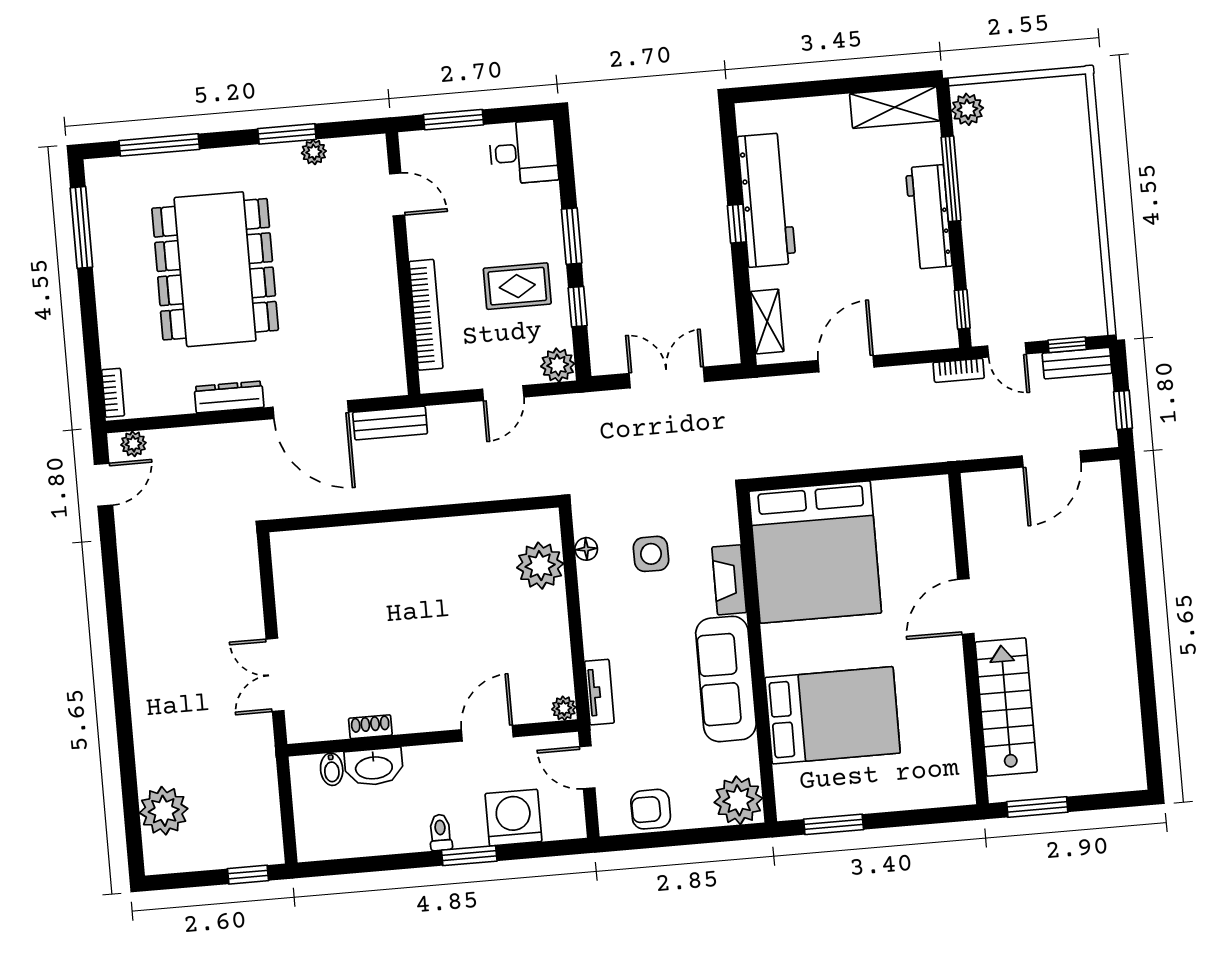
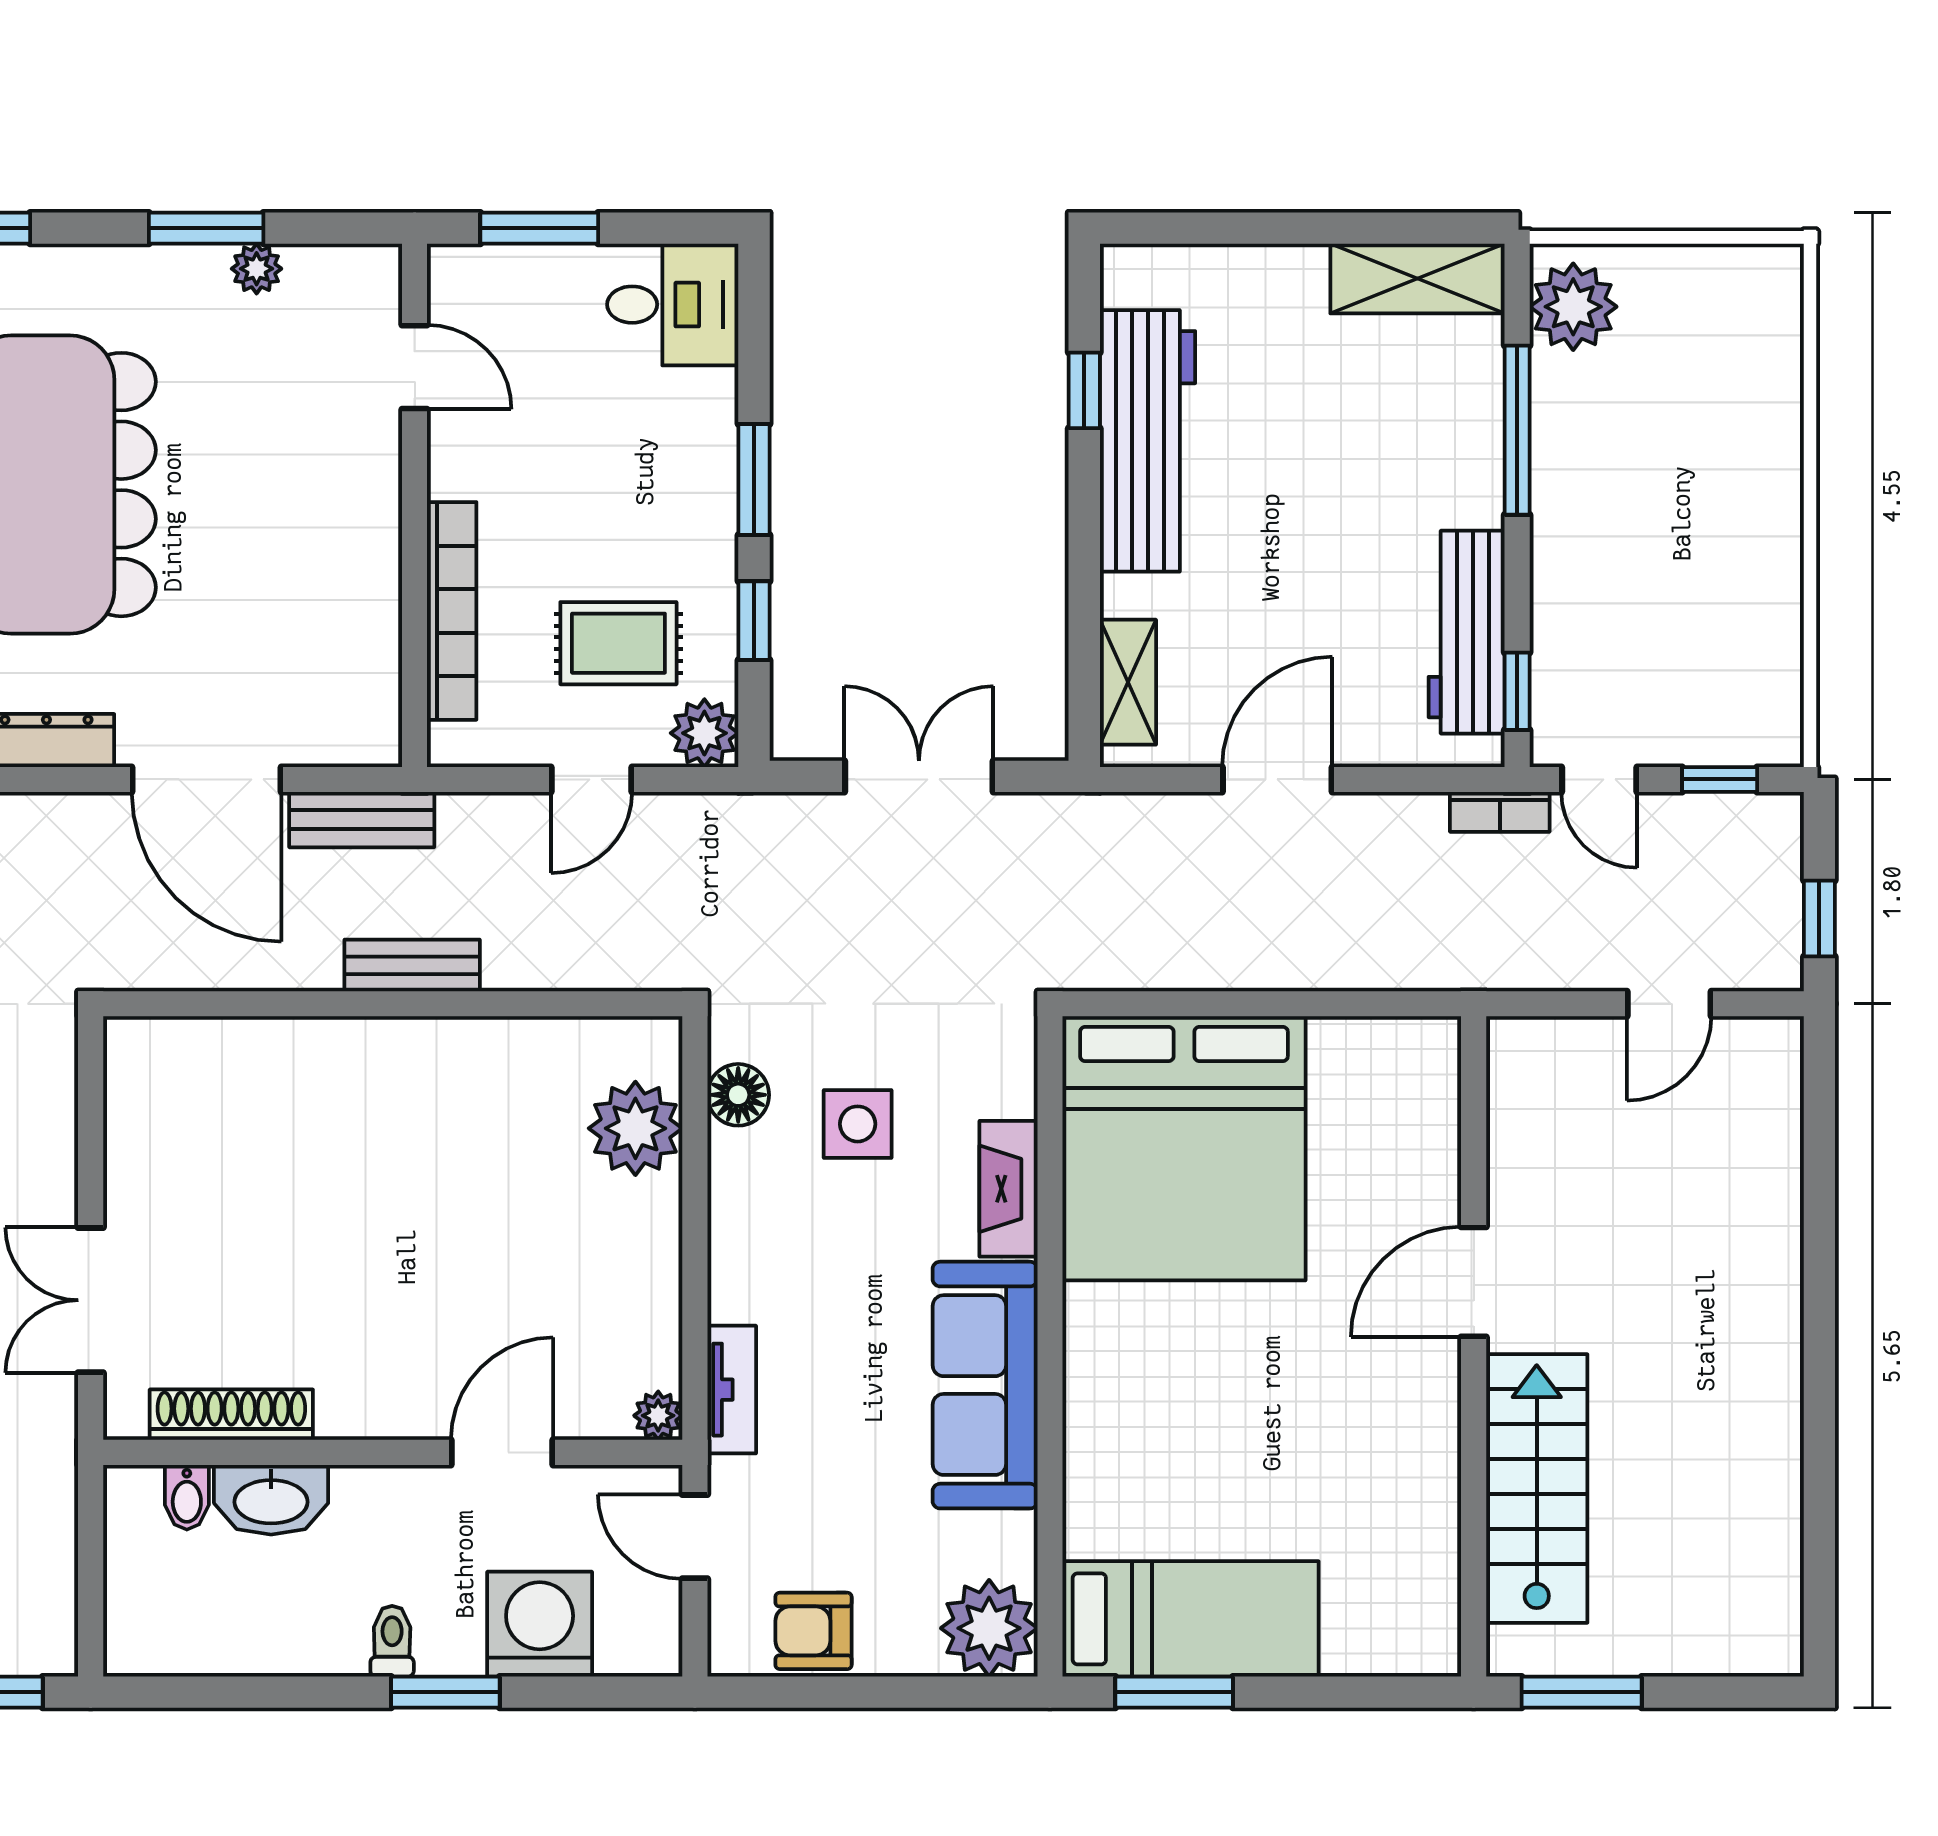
plant: (967, 109) -> (1573, 307), width x1.36, depth x1.36
workbench: (929, 217) -> (1467, 632), moved
window: (737, 224) -> (1084, 390), moved
rug: (517, 286) -> (618, 643), moved
bench: (1077, 363) -> (412, 965), moved
door: (1052, 459) -> (1669, 1004), width x0.73
floor lamp: (586, 549) -> (738, 1095), width x1.37, depth x1.37
bed: (833, 715) -> (1191, 1619), moved, width x0.67
shoe rack: (370, 727) -> (231, 1415), width x1.94, depth x1.24

